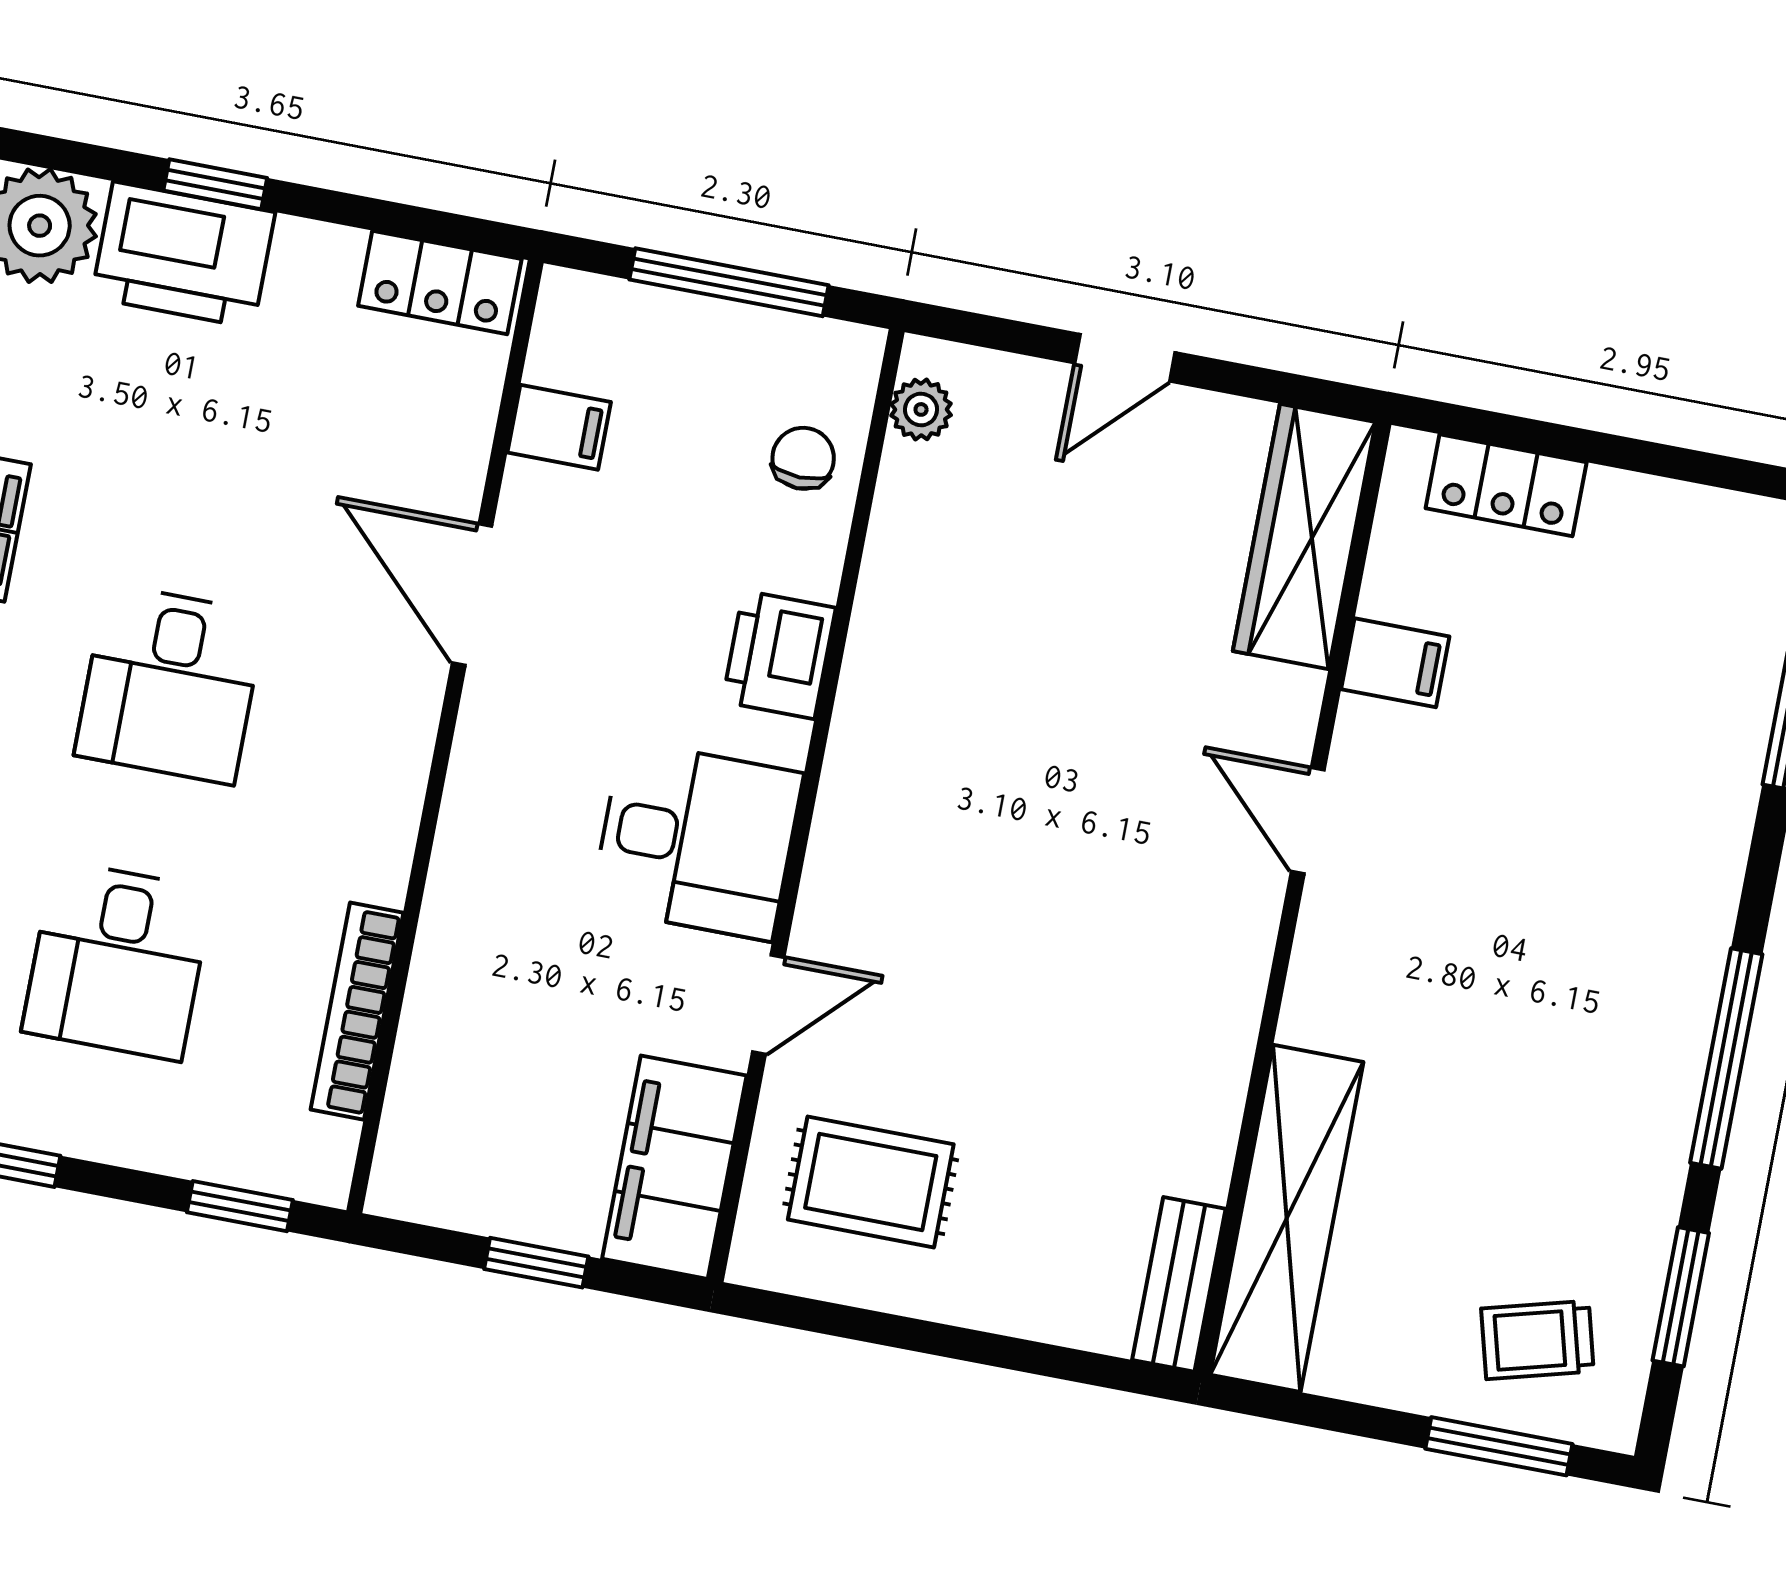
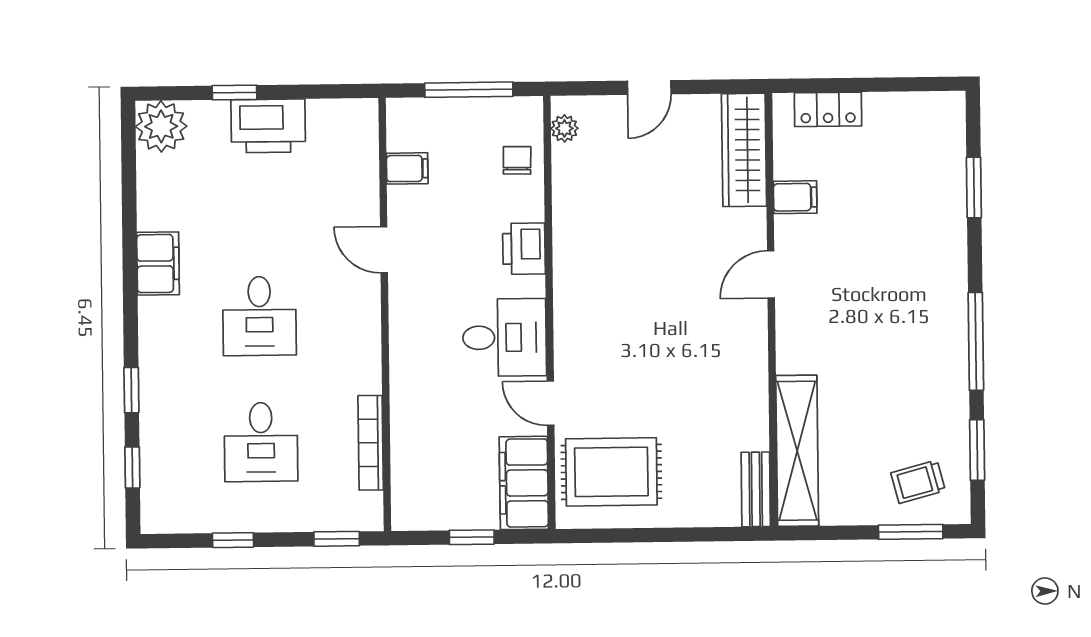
printer: (183, 255) -> (268, 126), moved
locker: (440, 282) -> (342, 116), removed
door: (472, 595) -> (384, 250), width x0.73
door: (1308, 821) -> (771, 274), hinge flipped
door: (768, 1004) -> (551, 403), swing flipped
rug: (871, 1182) -> (611, 472), width x1.36, depth x1.43

